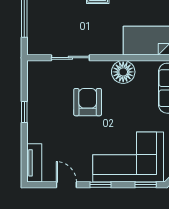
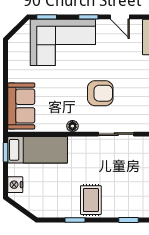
floor lamp: (123, 72) -> (72, 126), width x0.53, depth x0.53
armchair: (88, 102) -> (100, 93), turned -90

